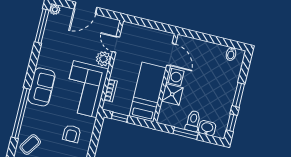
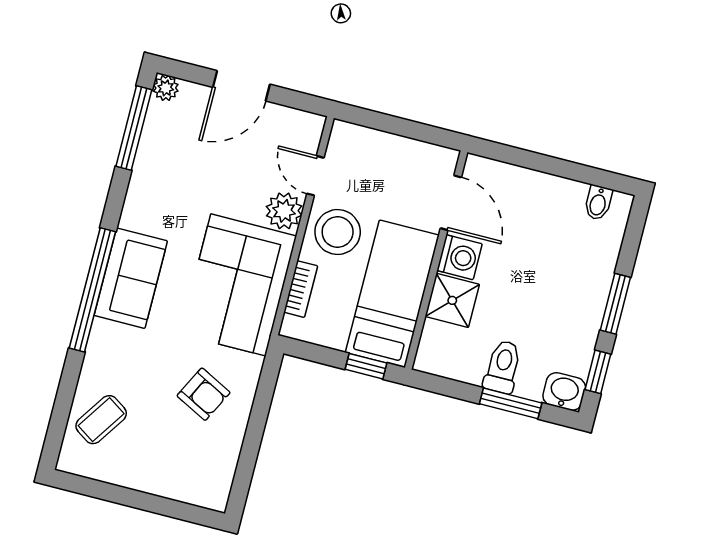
stool: (125, 67) -> (338, 232), added
window: (21, 113) -> (92, 290), moved
window: (120, 117) -> (366, 366), moved
washbasin: (207, 128) -> (564, 392), moved
window: (186, 133) -> (511, 403), moved
armchair: (72, 134) -> (204, 394), turned -63

